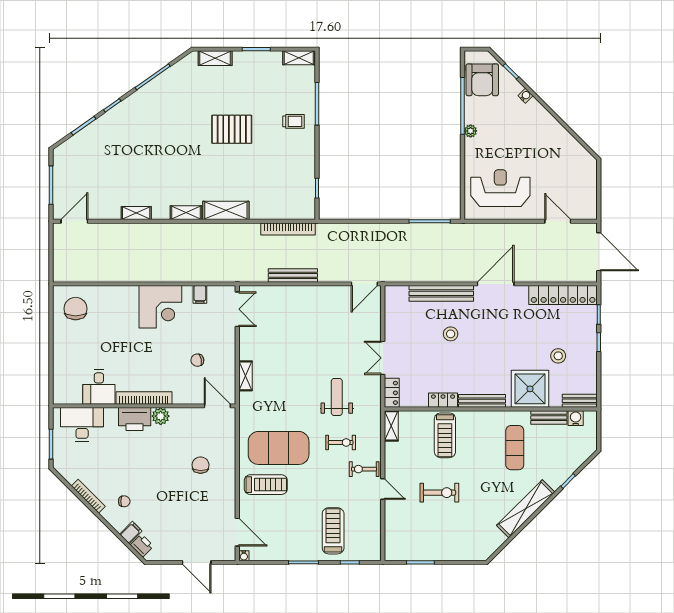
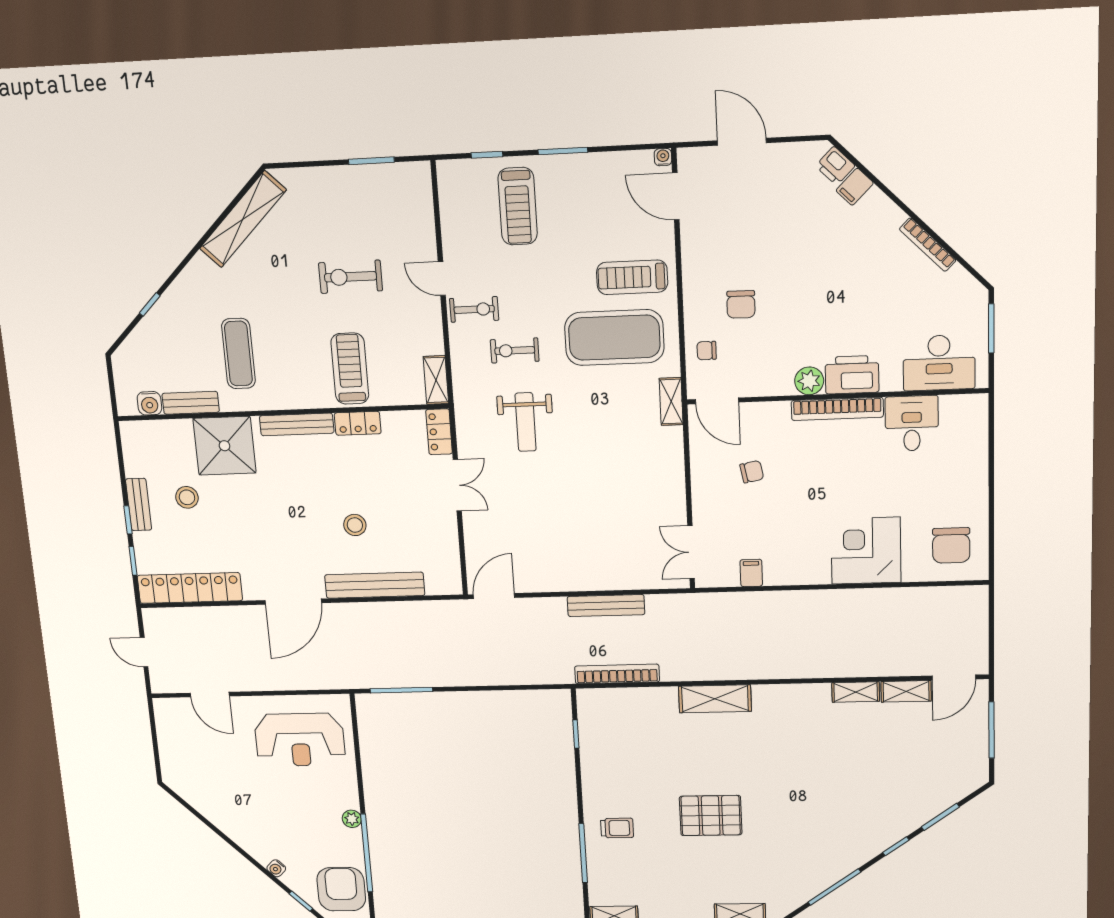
trolley: (294, 121) -> (617, 828), turned 180
shelving: (186, 213) -> (906, 691), moved
door: (599, 252) -> (144, 652), width x0.53
corner desk: (160, 307) -> (866, 551), moved
shelving: (245, 376) -> (671, 401), moved
bench: (580, 401) -> (139, 504), moved, turned 90
chair: (124, 501) -> (707, 351), moved
shelving: (526, 509) -> (243, 219), moved

